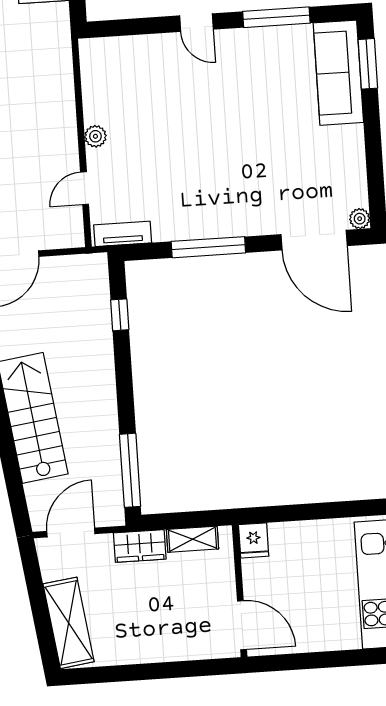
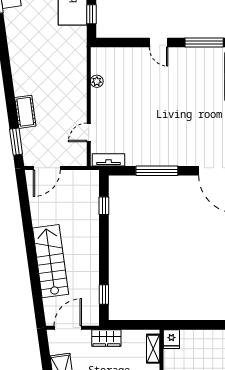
plant: (95, 136) -> (97, 81), moved
window: (130, 470) -> (104, 295), width x0.46
shelving: (192, 539) -> (153, 349), moved, turned 90

